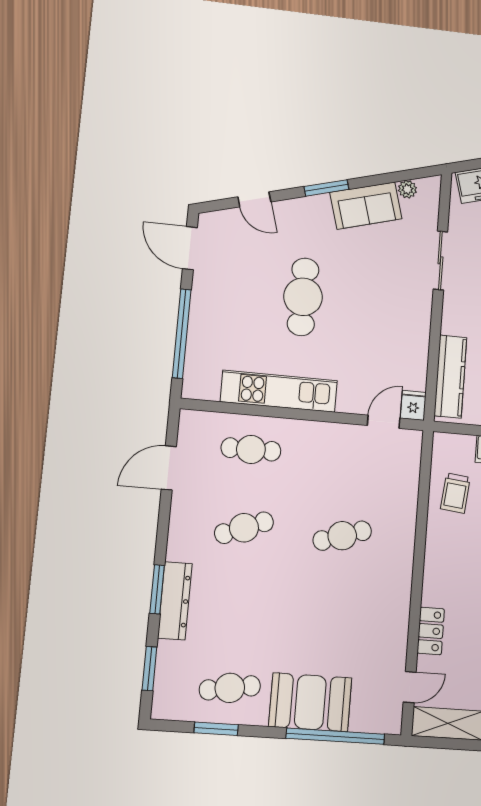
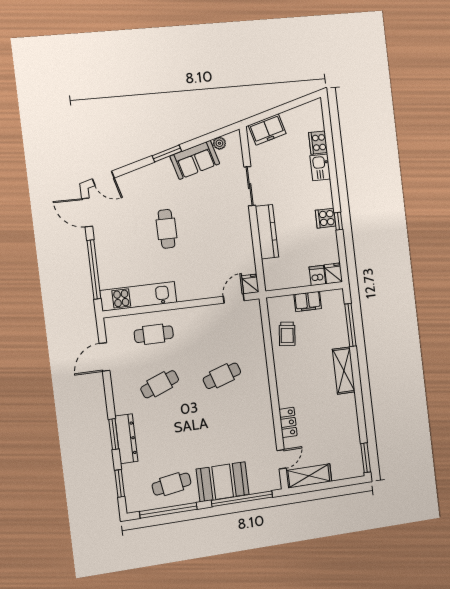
door: (254, 199) -> (103, 178), moved
cafe table: (303, 297) -> (166, 229), width x0.73, depth x0.74
kitchen counter: (450, 377) -> (267, 232), moved
kitchen unit: (279, 391) -> (138, 296), moved
window: (216, 729) -> (168, 510), width x2.11

